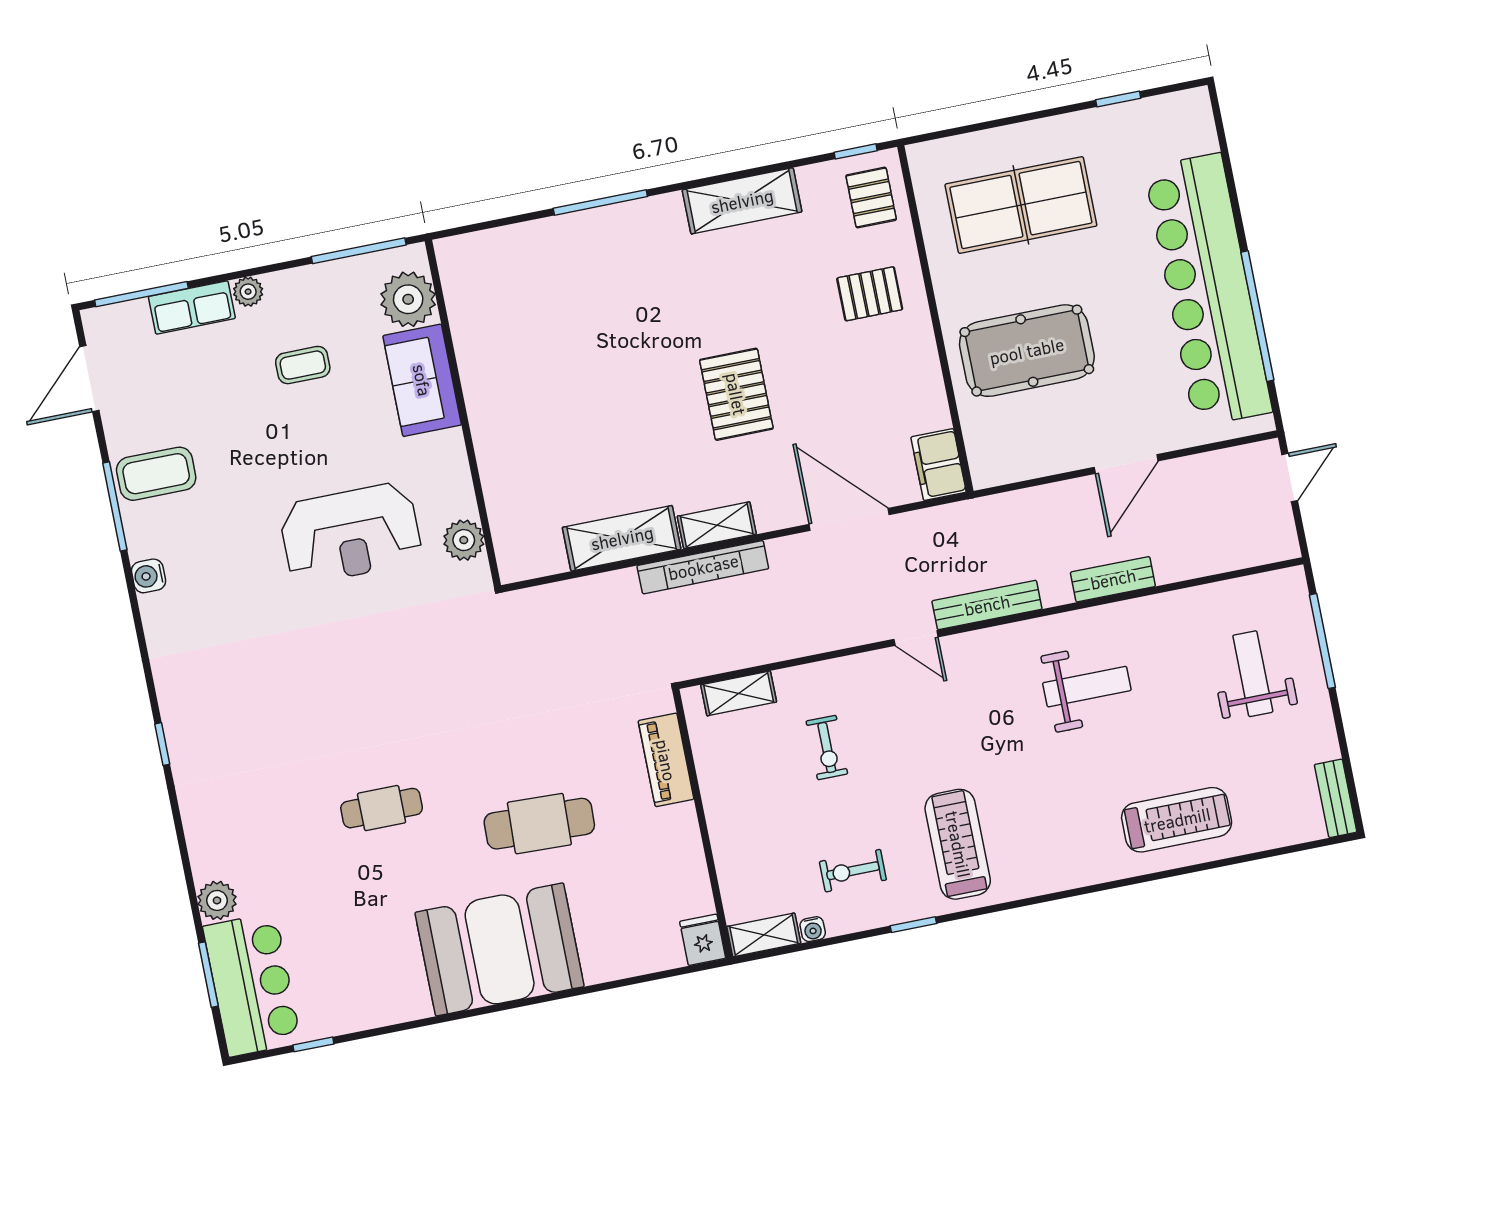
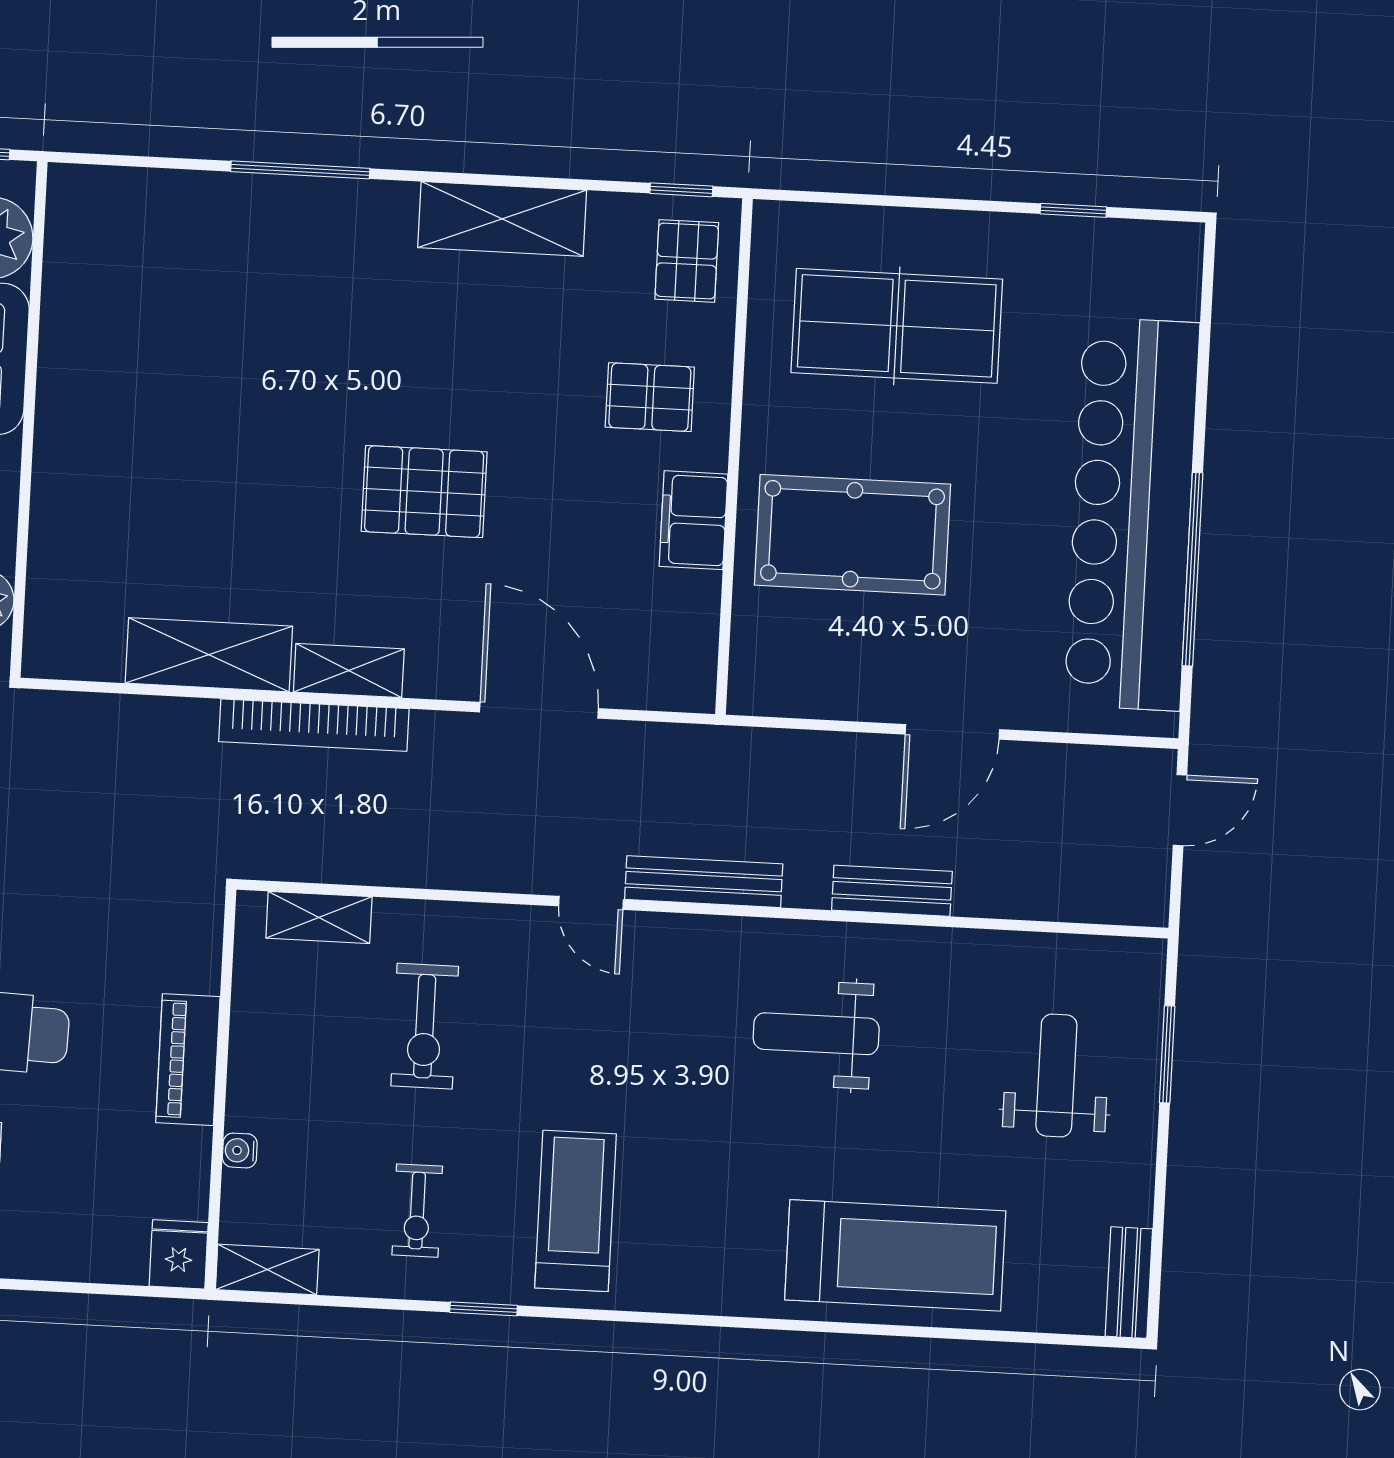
pallet: (736, 394) -> (424, 492), turned 90
filing cabinet: (939, 465) -> (693, 520), moved
window: (1322, 641) -> (1167, 1054), width x0.69
weight bench: (1087, 687) -> (816, 1034), turned 180
exercise bike: (827, 748) -> (425, 1026), width x1.38, depth x1.39
piano: (666, 760) -> (188, 1060), moved
treadmill: (1177, 820) -> (895, 1255), width x1.37, depth x1.38
exercise bike: (853, 871) -> (417, 1211), turned -90
water cooler: (813, 929) -> (240, 1150), moved, turned 90

